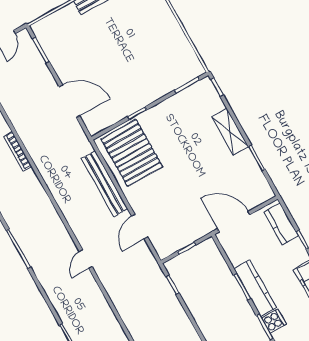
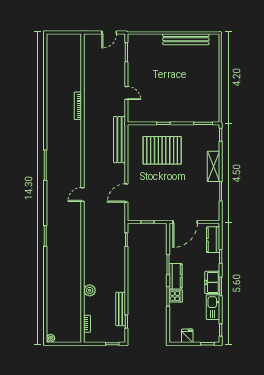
door: (69, 101) -> (126, 93), width x0.53
pallet: (132, 153) -> (162, 150), moved, turned 90
bench: (104, 184) -> (120, 140), moved
door: (234, 222) -> (185, 222), swing flipped
kitchen counter: (255, 288) -> (176, 276), width x0.67

